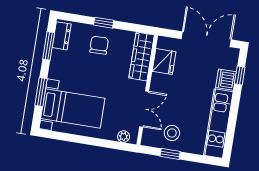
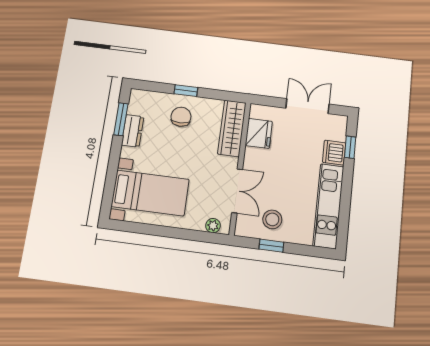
dresser: (62, 36) -> (133, 131), moved
double door: (206, 39) -> (308, 106), width x0.73
window: (41, 92) -> (112, 174), removed

